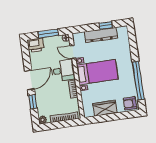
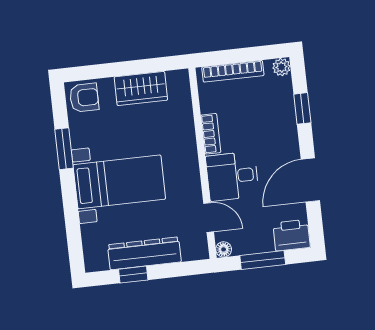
bed with nightstands: (97, 72) -> (119, 182), moved, turned 180
door: (30, 80) -> (310, 180), moved
window: (138, 80) -> (64, 149), width x0.47

